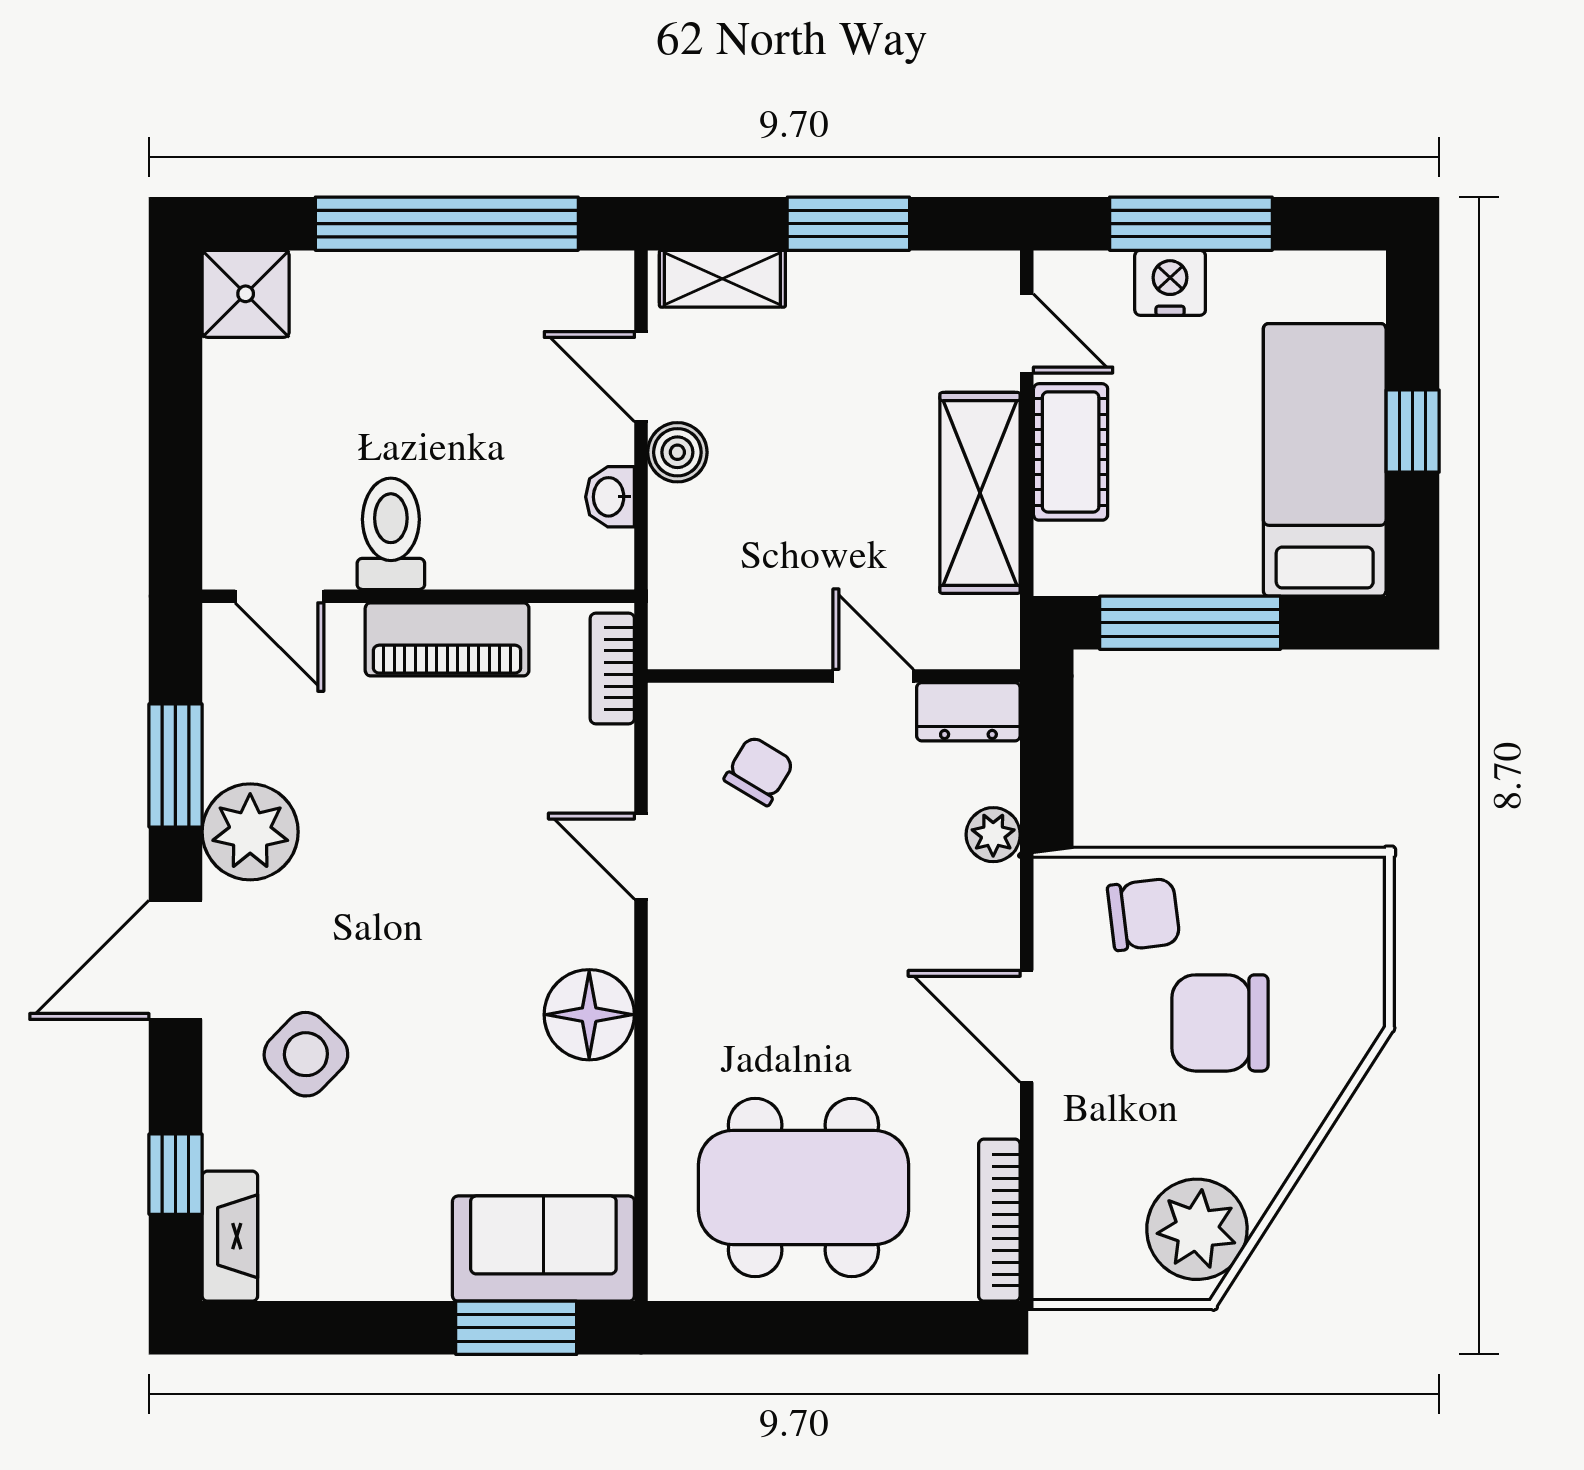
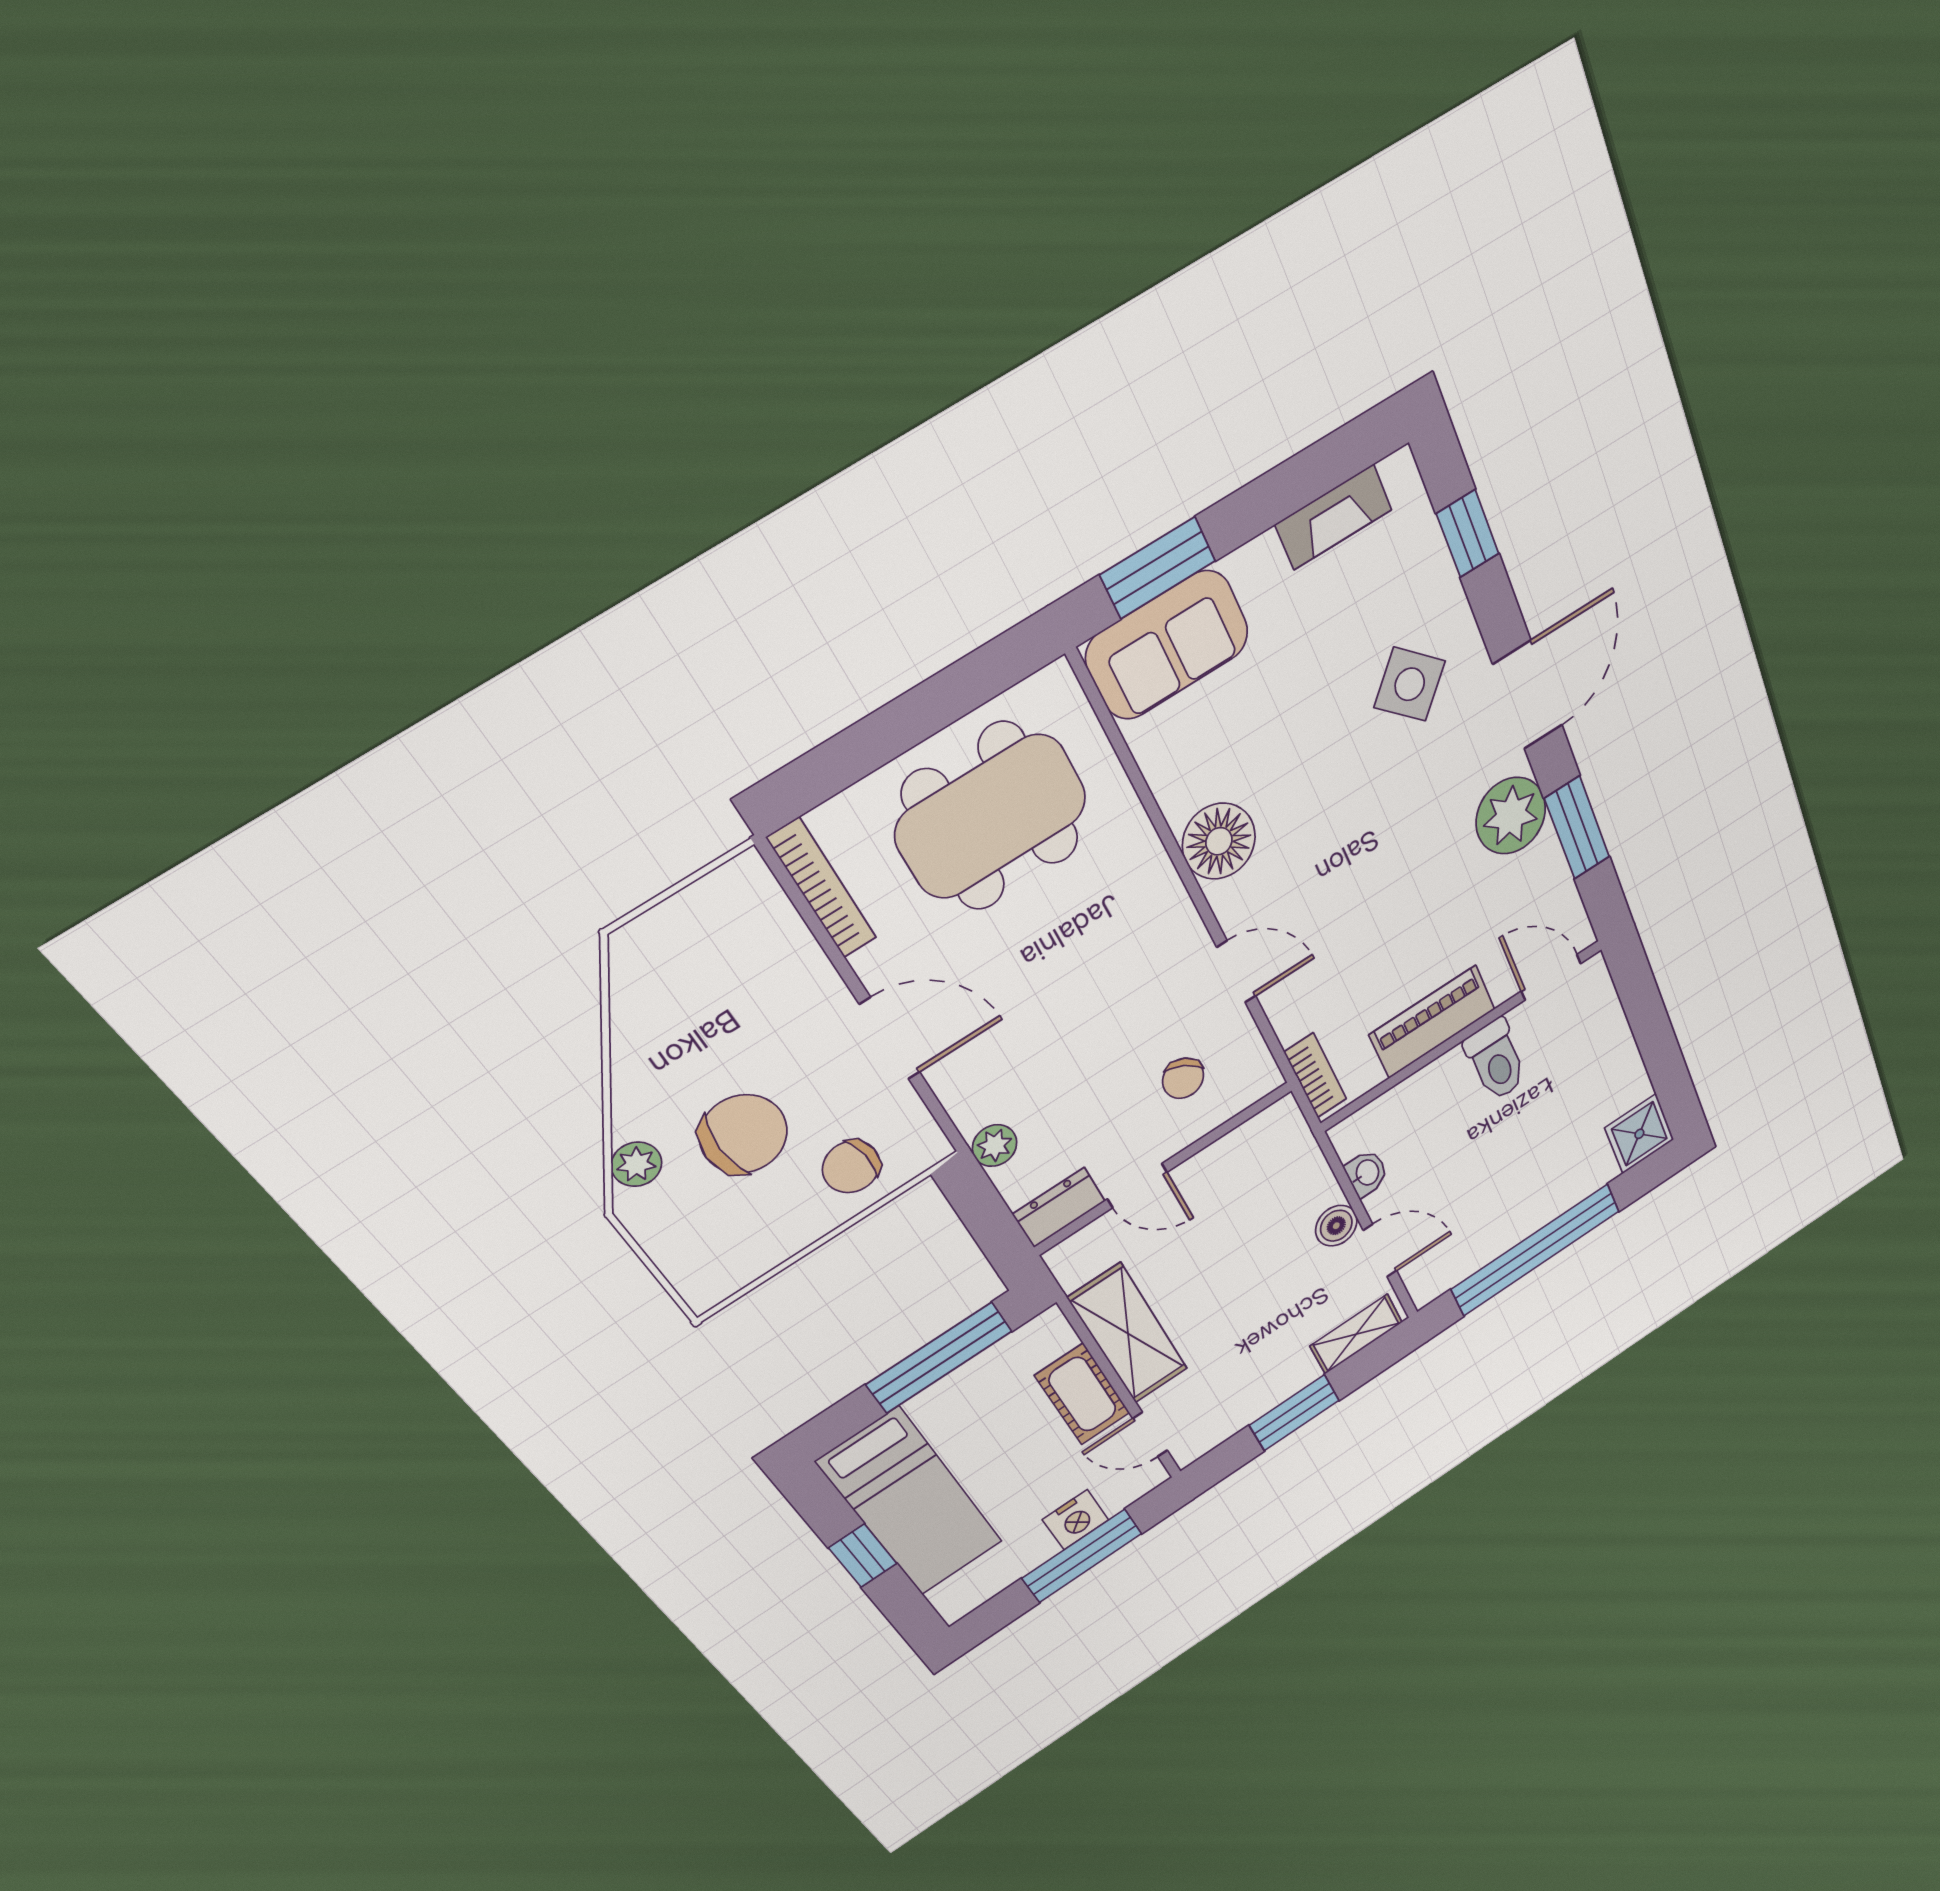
plant: (1197, 1229) -> (636, 1164), moved, width x0.53, depth x0.53
fireplace: (230, 1236) -> (1334, 517), moved, turned -90

